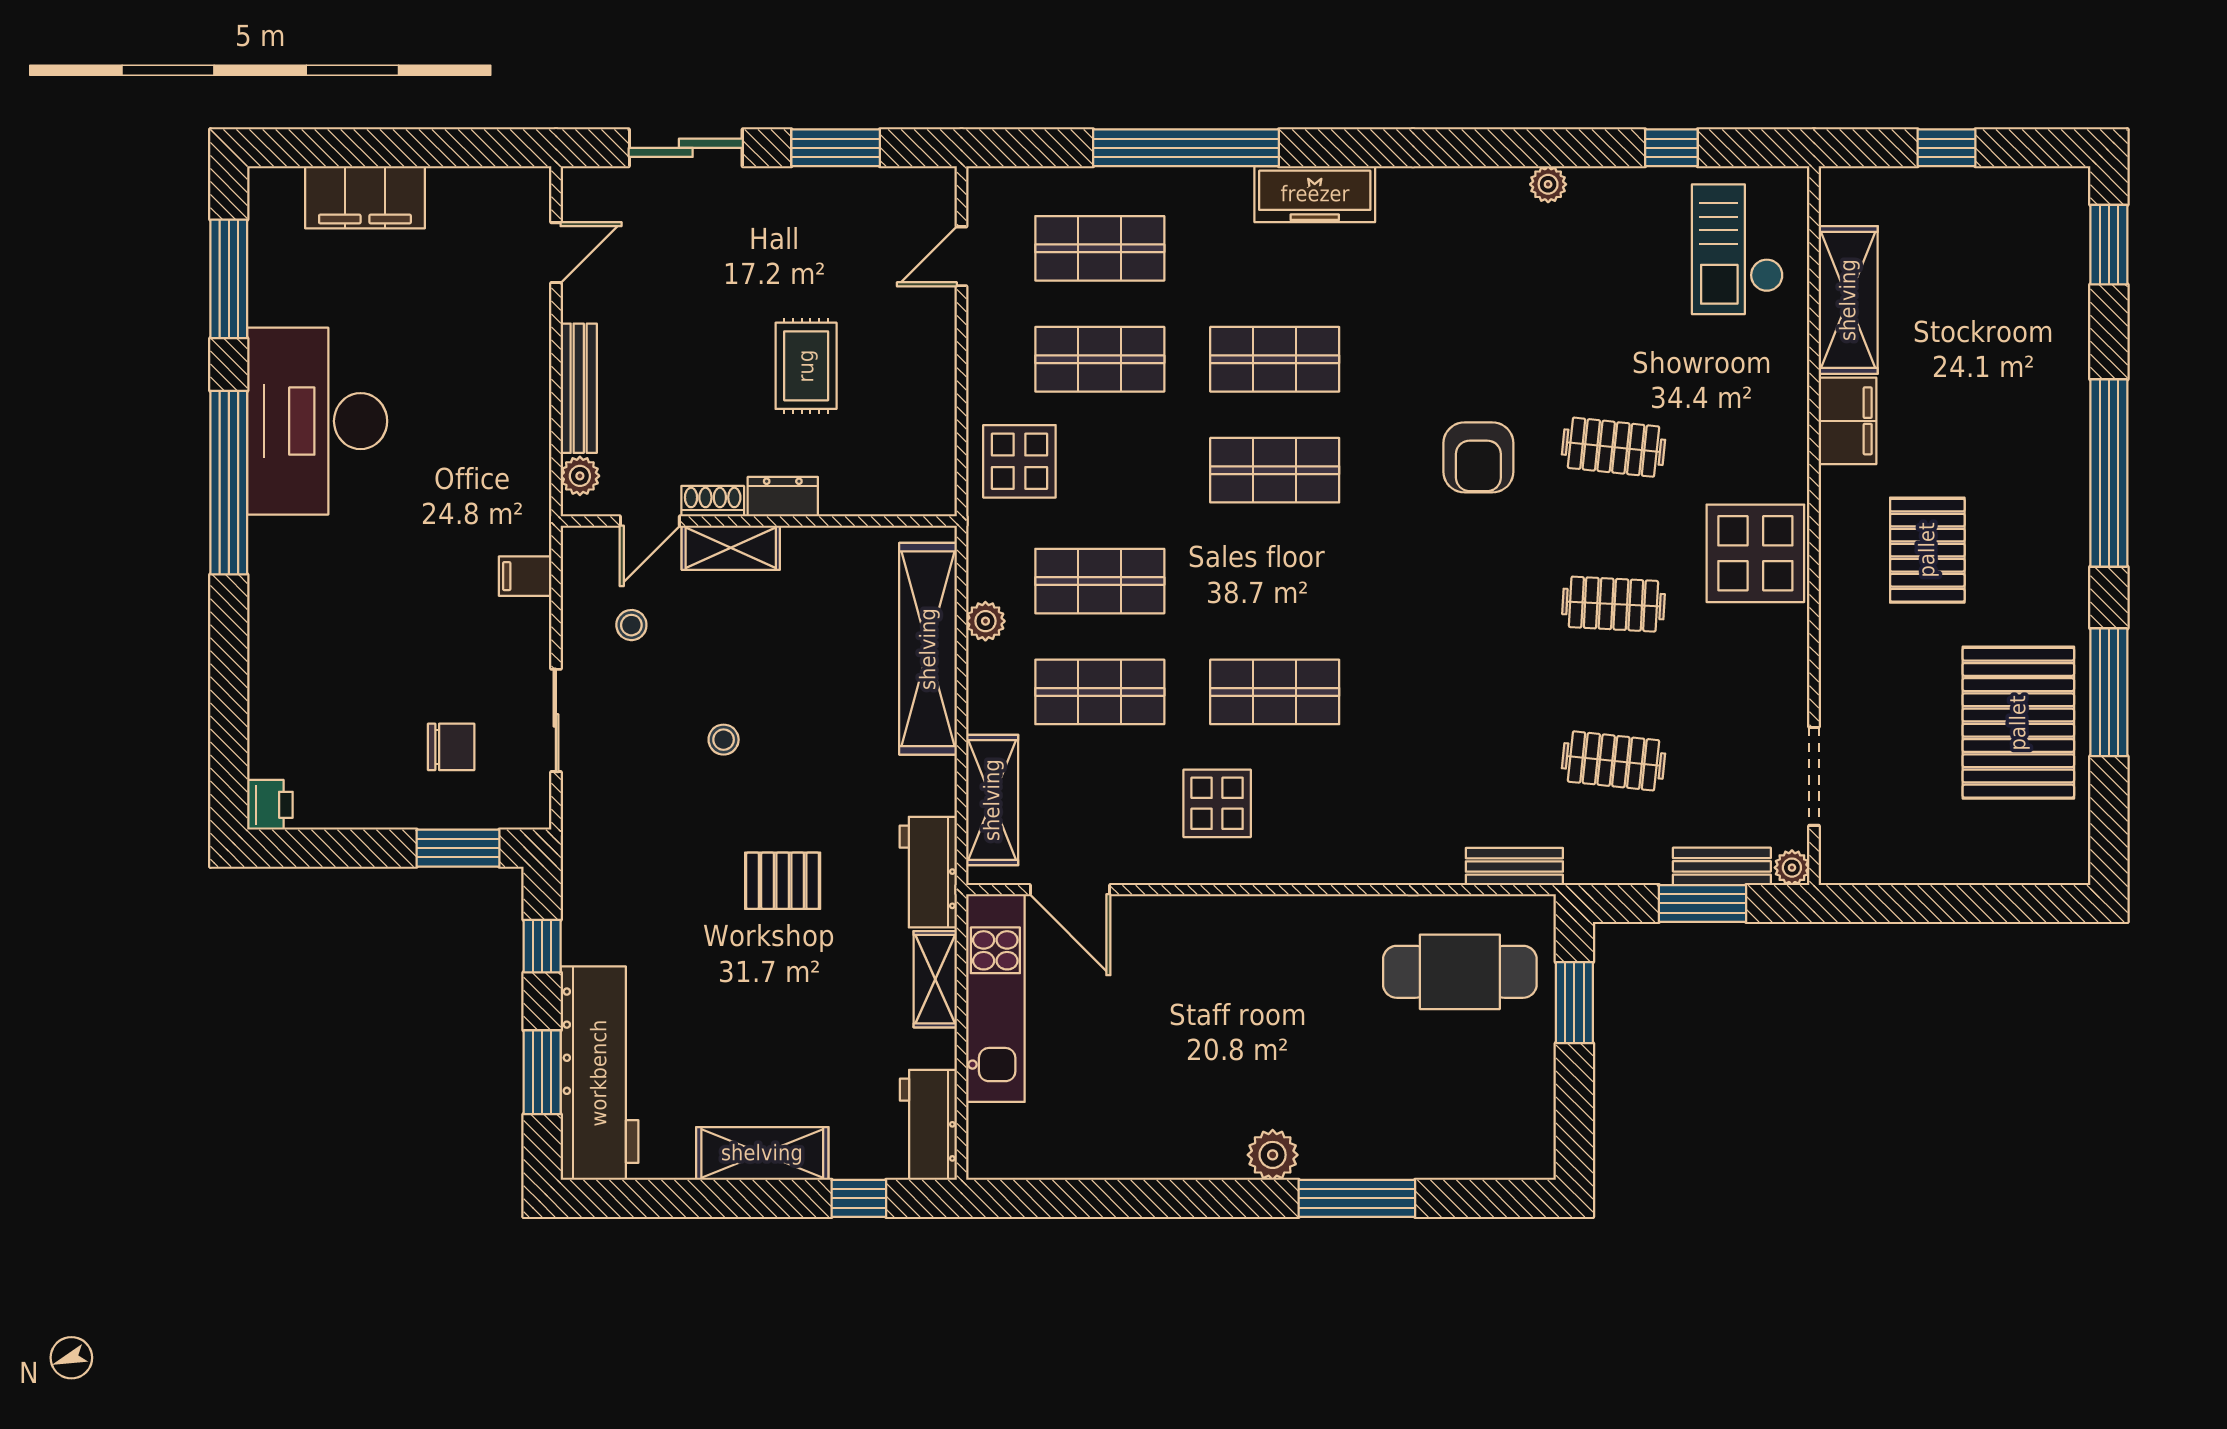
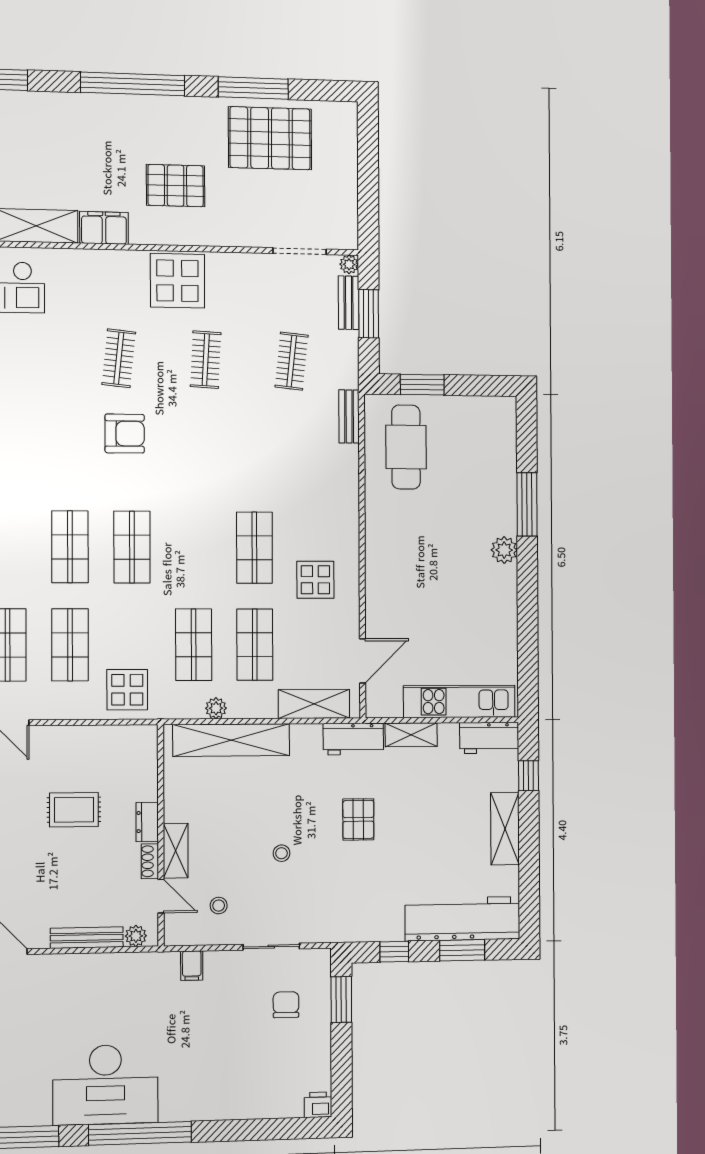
kitchen unit: (995, 998) -> (459, 701), moved

